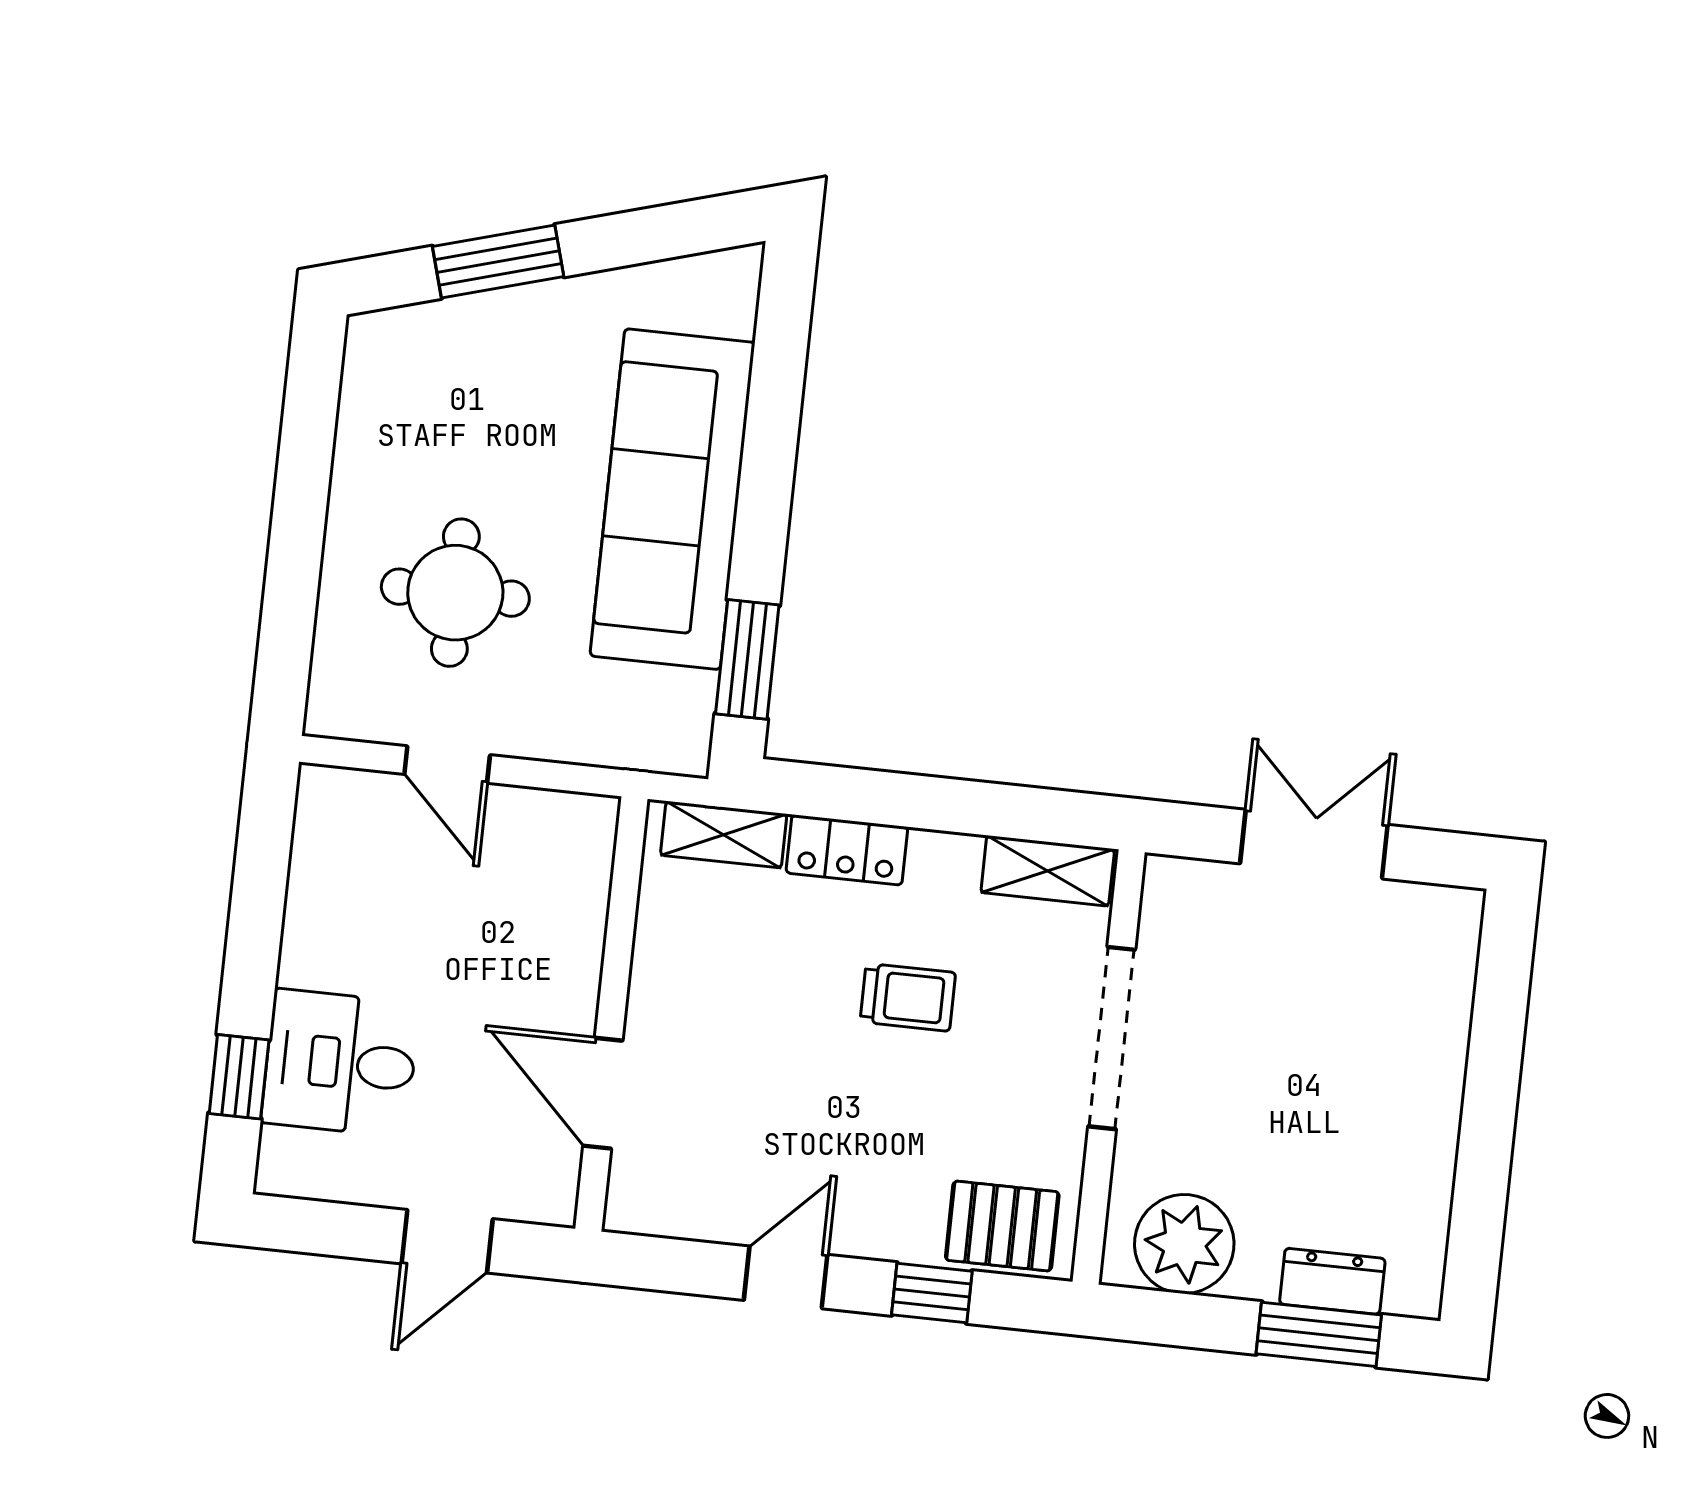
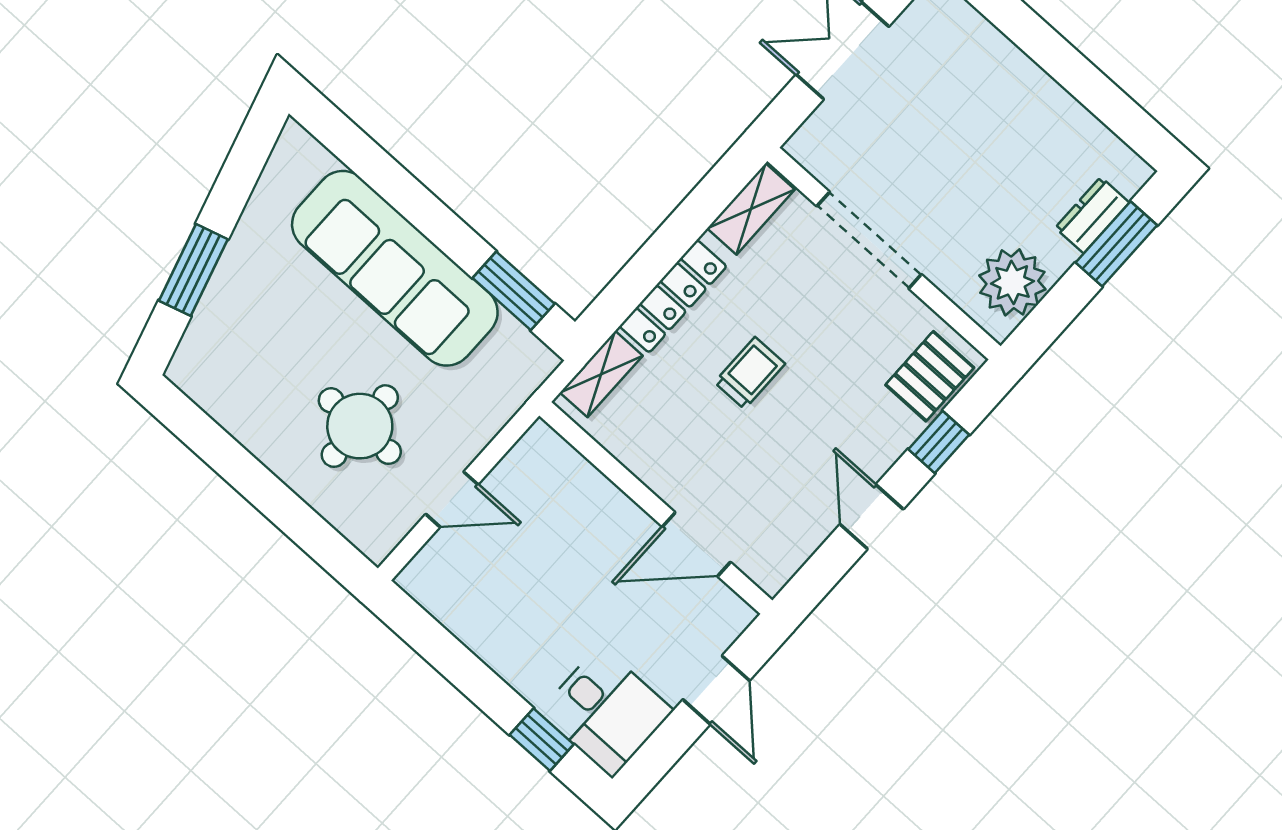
locker: (847, 850) -> (673, 296), width x1.53
trolley: (908, 997) -> (750, 373), moved
desk: (340, 1063) -> (606, 711), moved, turned -90

